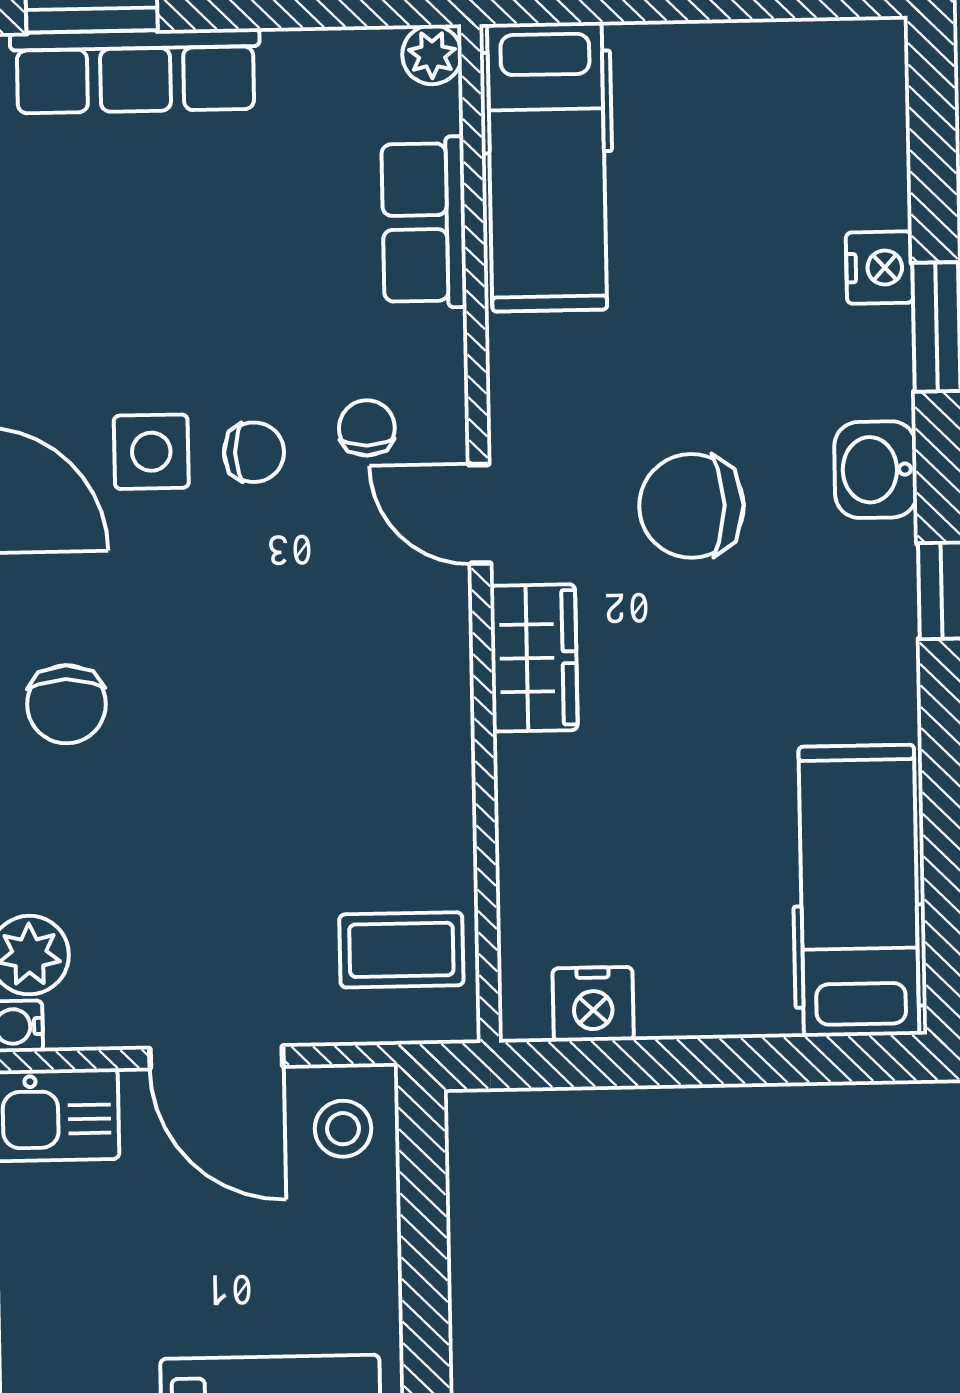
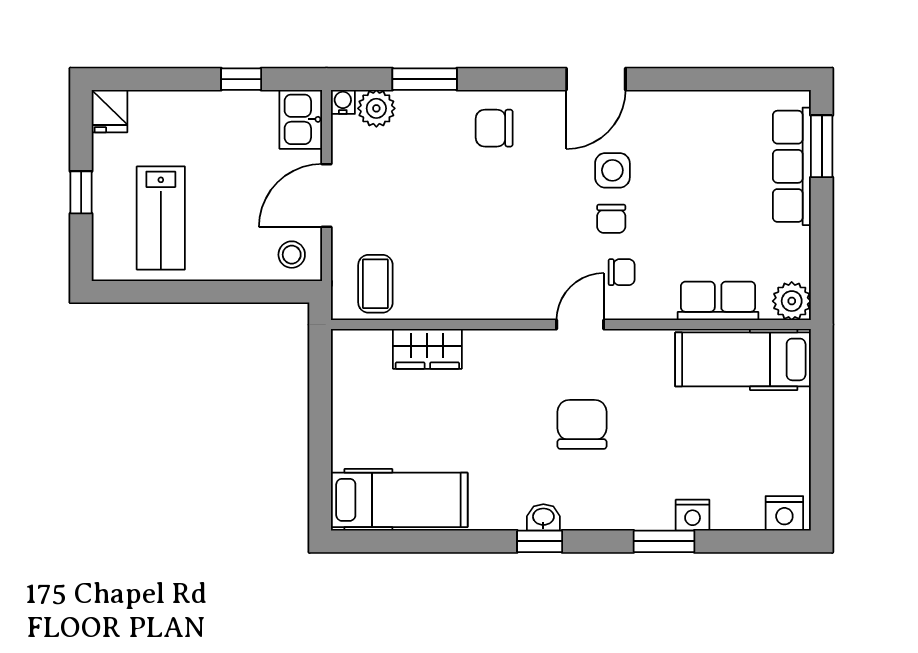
plant: (432, 55) -> (792, 301), width x1.38, depth x1.38
washbasin: (876, 470) -> (543, 517), moved, width x0.72, depth x0.69
wardrobe: (534, 658) -> (427, 349), moved
nightstand: (593, 1004) -> (784, 513), moved, turned -90

